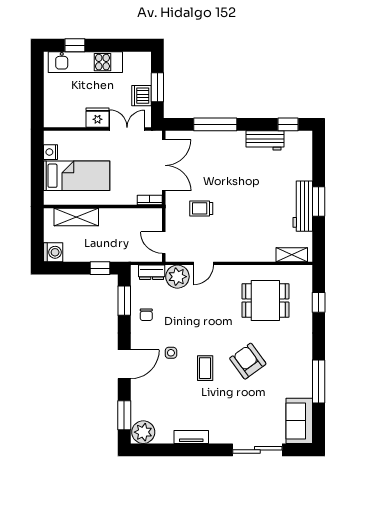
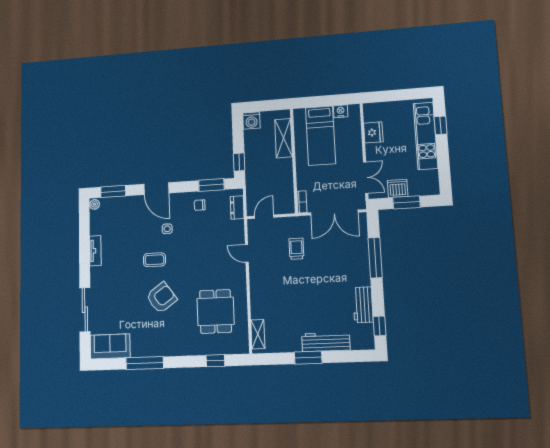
fridge: (97, 118) -> (373, 132), moved
workbench: (303, 206) -> (326, 342), moved
plant: (177, 277) -> (234, 231), removed
plant: (143, 432) -> (95, 204), width x0.53, depth x0.53

